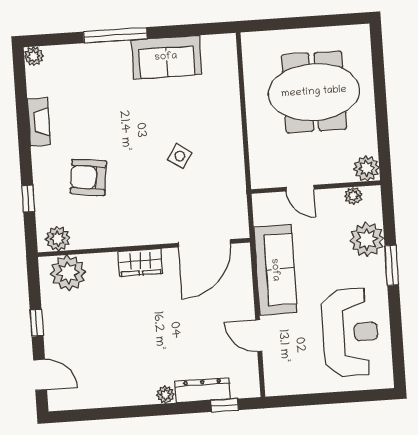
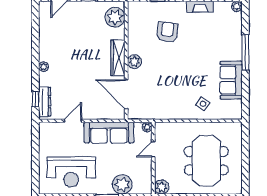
side table: (180, 156) -> (203, 104), moved
plant: (353, 196) -> (147, 127), moved
plant: (58, 239) -> (134, 62), moved
wardrobe: (140, 263) -> (118, 58), width x1.50
dresser: (203, 390) -> (45, 102), moved

